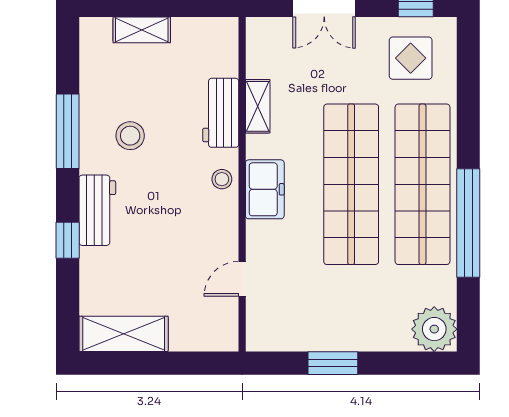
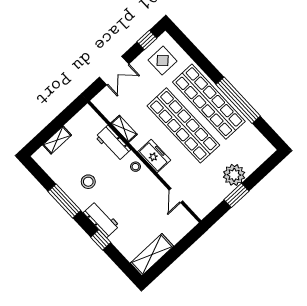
plant: (434, 329) -> (234, 175), moved

